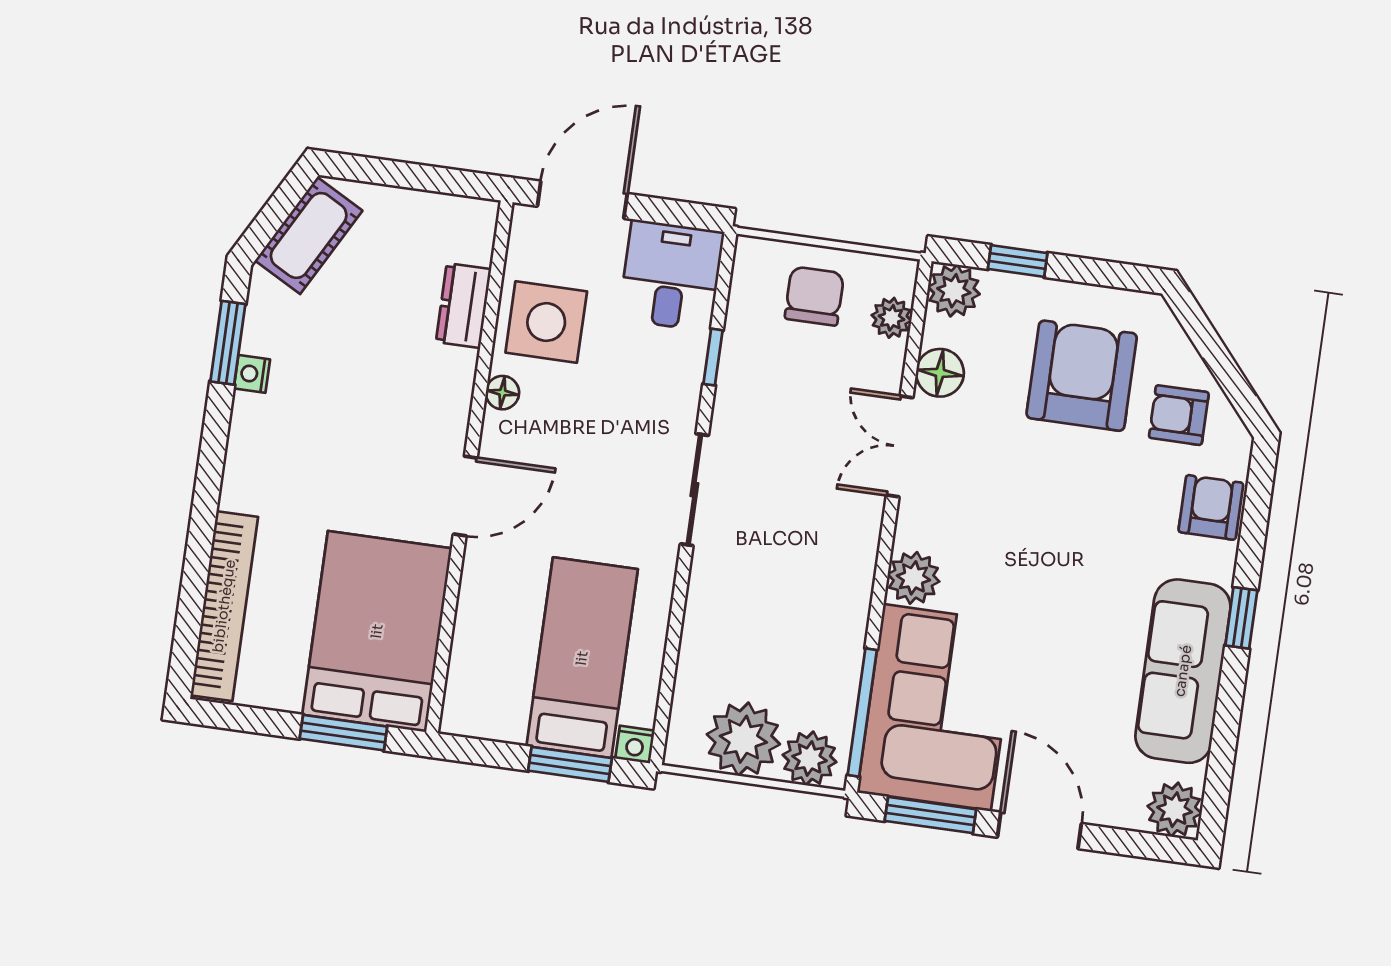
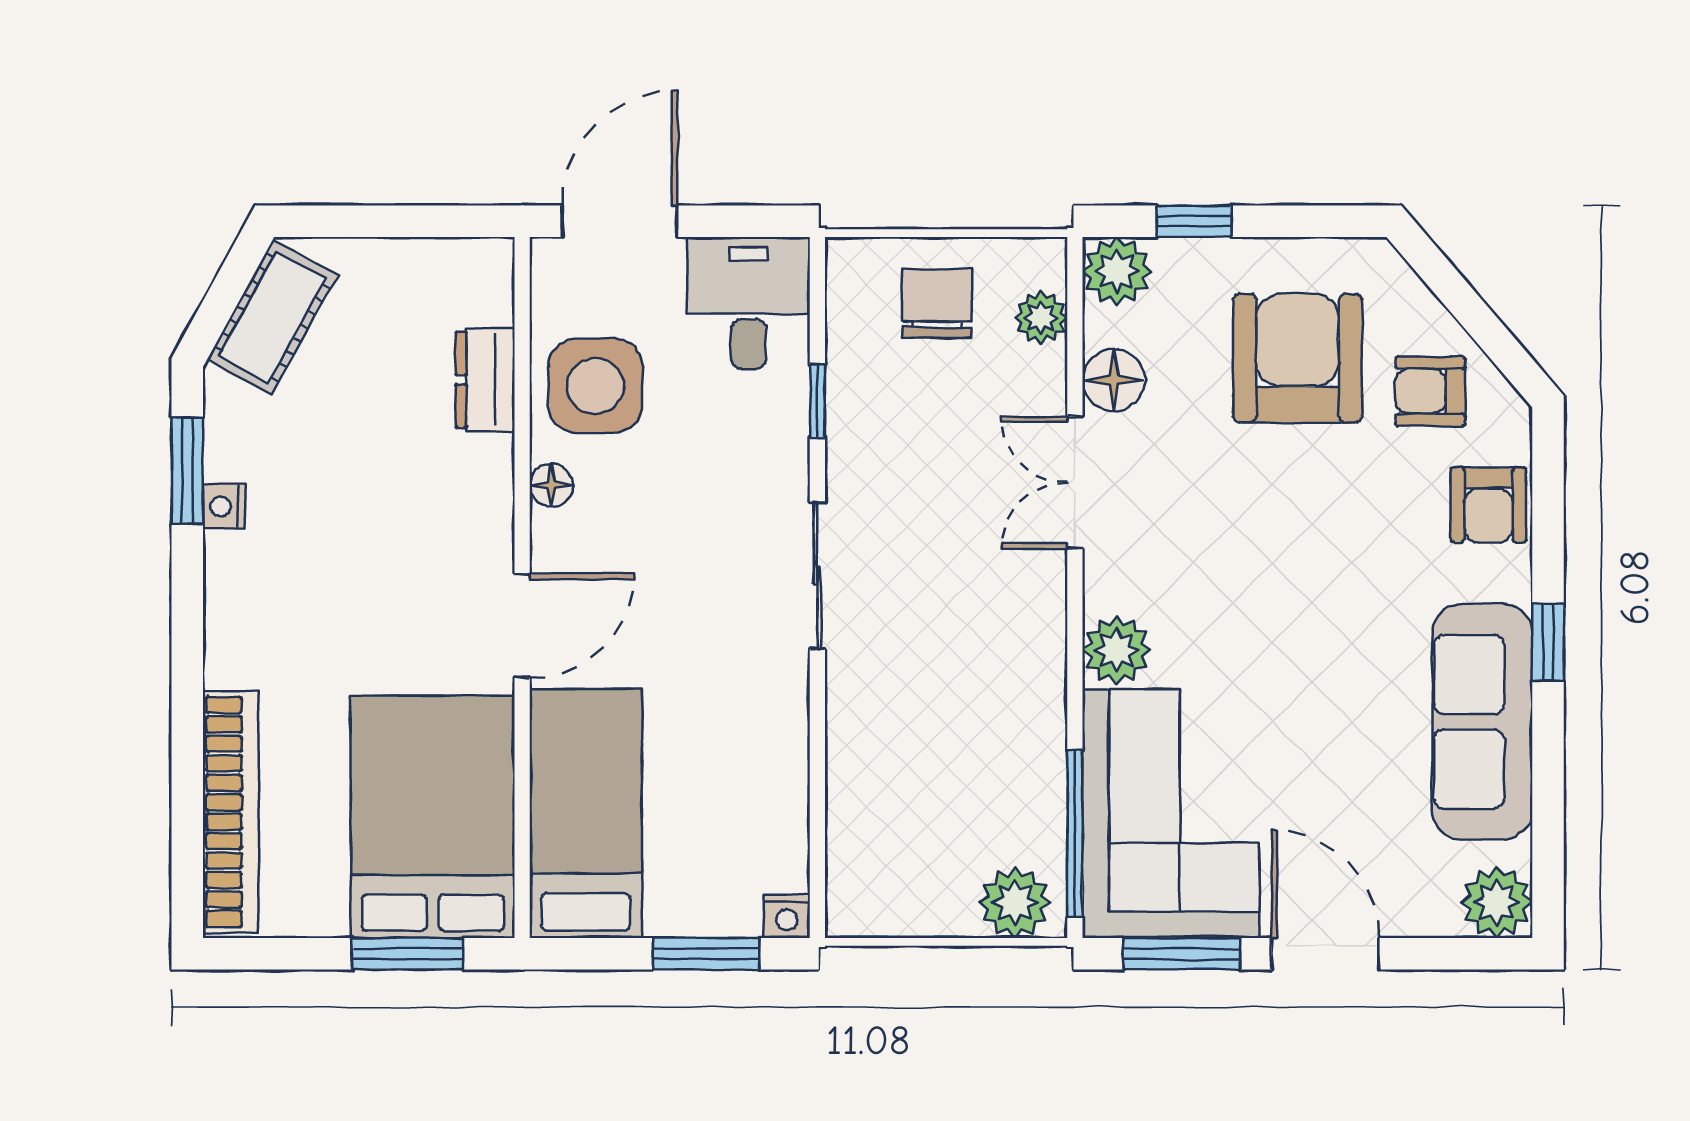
armchair: (1211, 507) -> (1489, 505), turned 180
bed: (582, 658) -> (586, 814), moved
plant: (743, 739) -> (926, 890), removed

